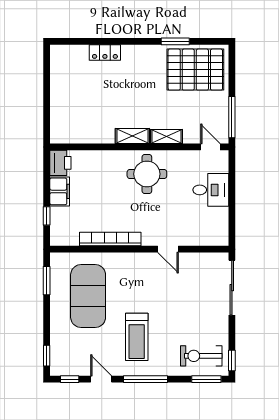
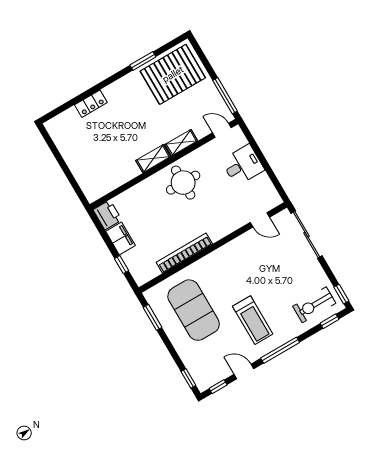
door: (168, 249) -> (260, 220), moved
window: (206, 379) -> (330, 321), width x0.67

